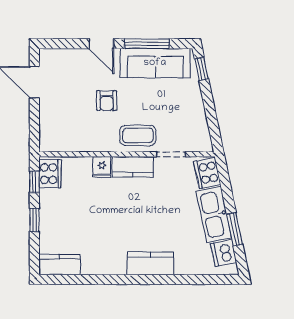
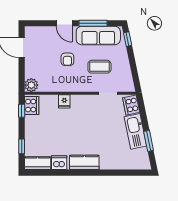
coffee table: (138, 135) -> (99, 67), moved
plant: (50, 141) -> (31, 85), added
kitchen counter: (133, 167) -> (84, 101), removed
window: (34, 220) -> (22, 146), moved
dishwasher: (224, 253) -> (59, 163), moved, turned 102
kitchen counter: (150, 263) -> (84, 162), moved

